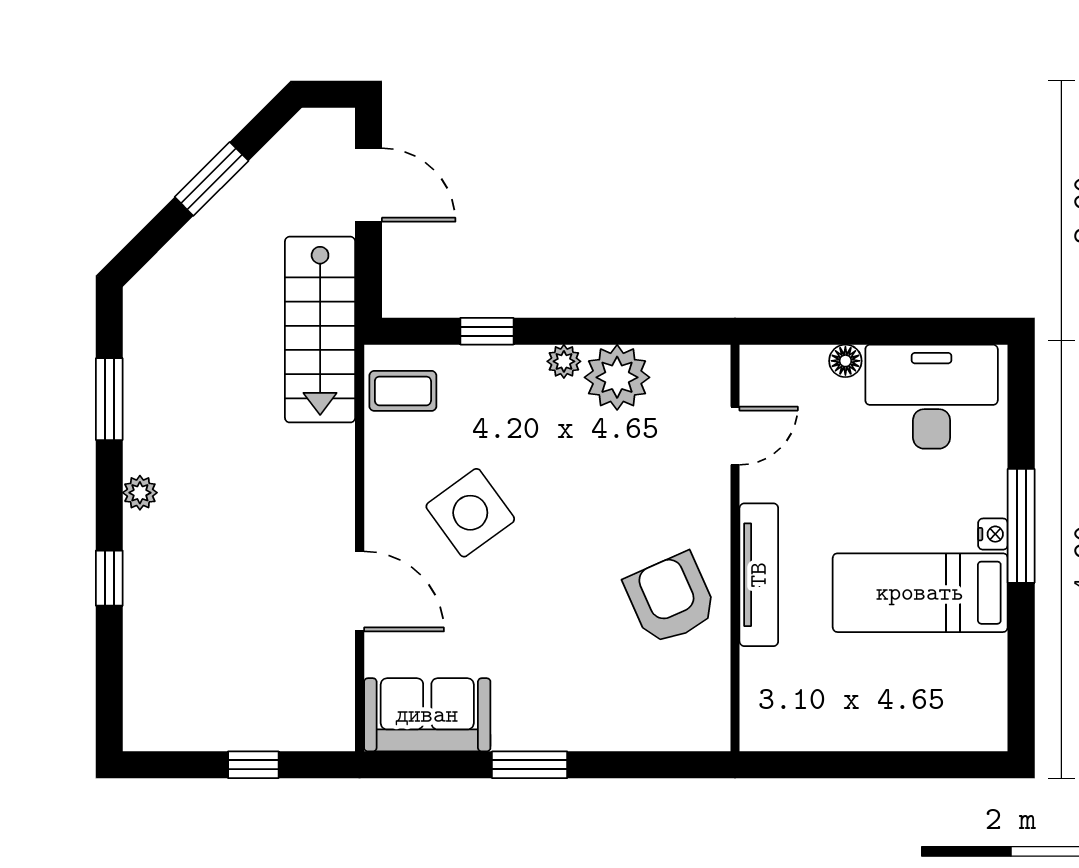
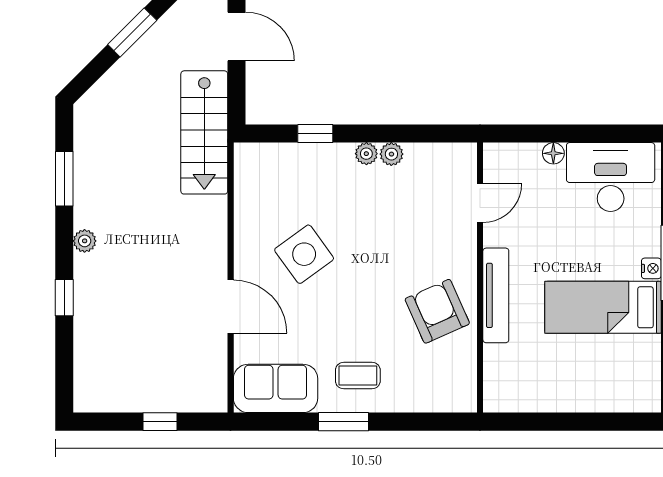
plant: (617, 377) -> (391, 154), width x0.53, depth x0.53
coffee table: (403, 391) -> (358, 376), moved

